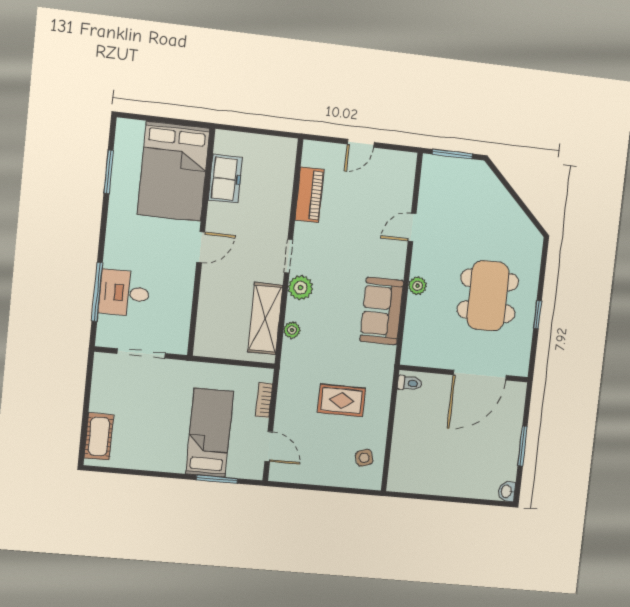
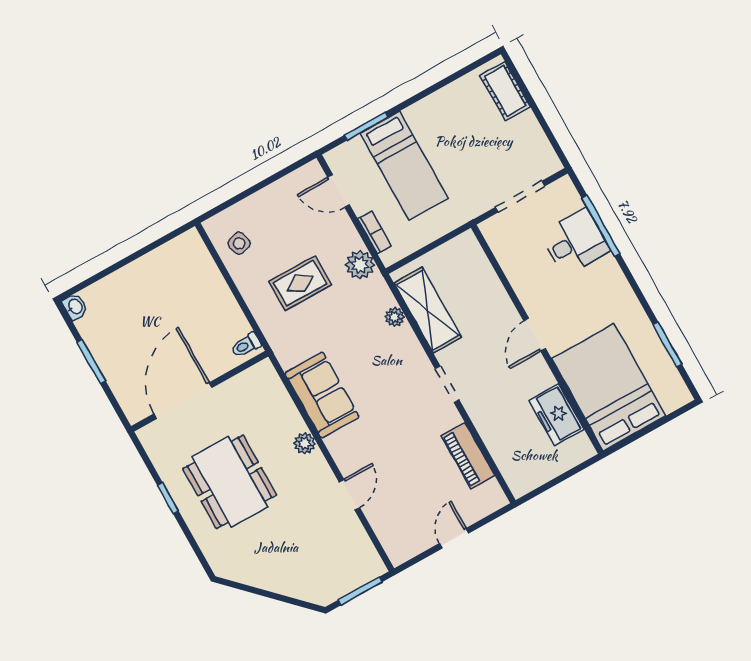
plant: (301, 288) -> (360, 265), moved

